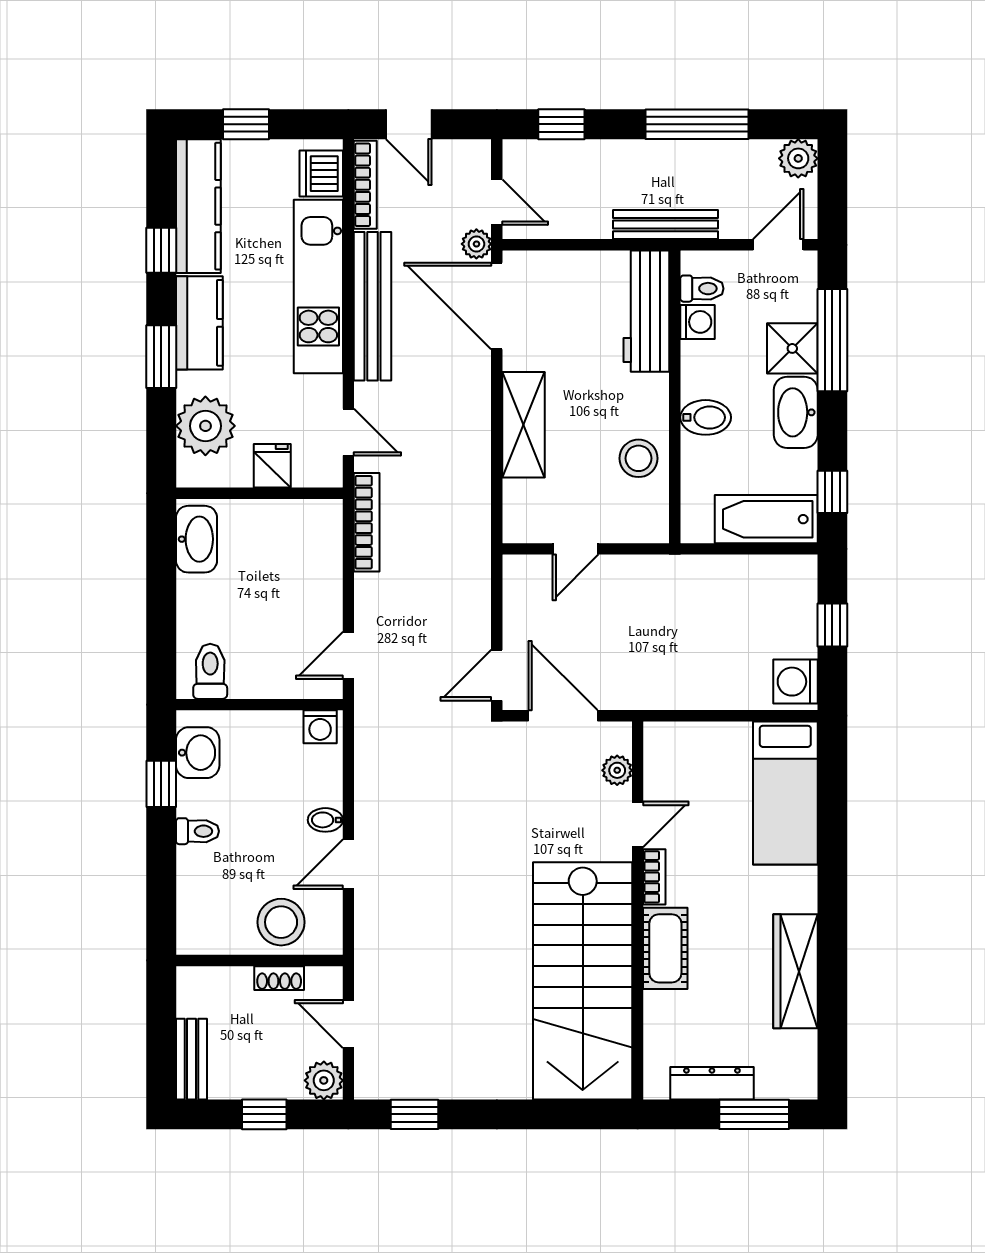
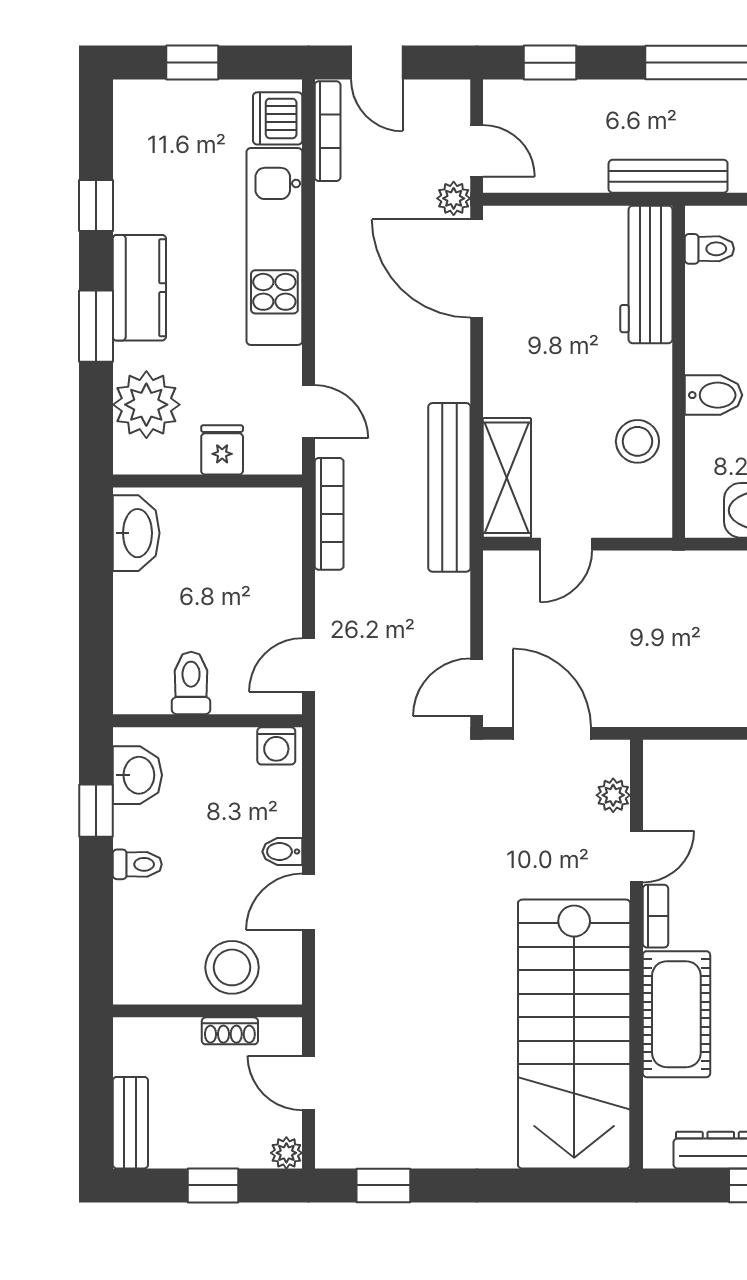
kitchen counter: (198, 206) -> (138, 155), removed
bench: (373, 306) -> (449, 487), moved
washing machine: (697, 322) -> (704, 287), removed
shelving: (523, 425) -> (507, 478), moved
toilet: (210, 671) -> (191, 683), moved
cot: (665, 948) -> (676, 1014), width x1.37, depth x1.34
plant: (324, 1080) -> (286, 1153), width x0.73, depth x0.73

